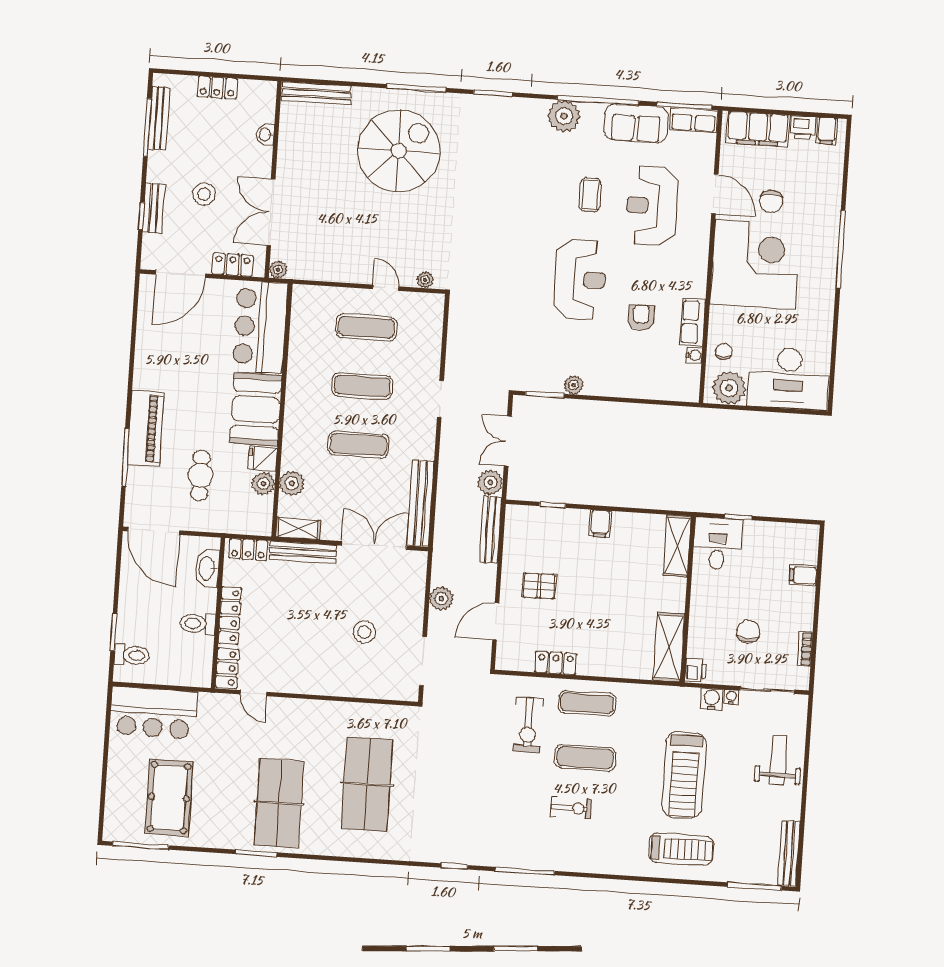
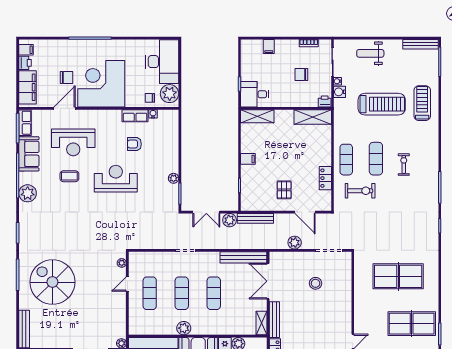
plant: (292, 483) -> (184, 328), moved

